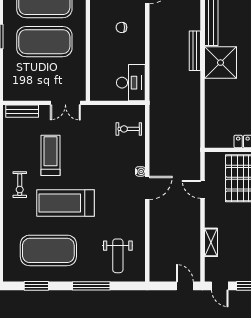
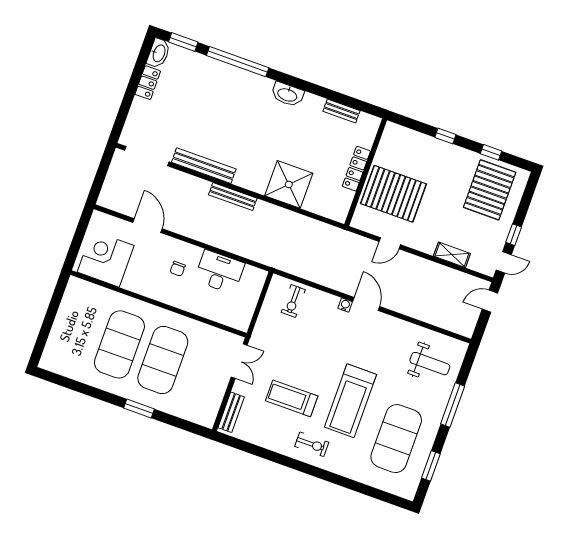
shower: (220, 63) -> (289, 184), moved
desk: (131, 83) -> (219, 272), moved

